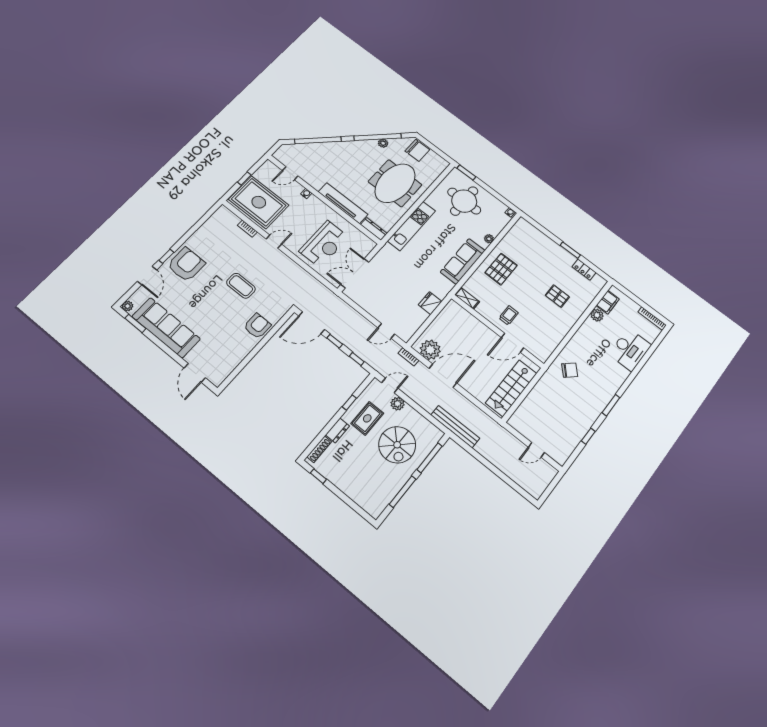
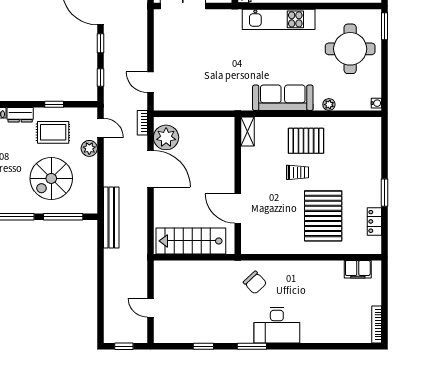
pallet: (557, 296) -> (323, 216), width x2.05, depth x2.00
fridge: (430, 303) -> (213, 101), removed
trolley: (509, 315) -> (297, 172), moved
plant: (597, 315) -> (335, 269), removed
desk: (630, 350) -> (277, 325), moved
window: (550, 489) -> (124, 346), added

